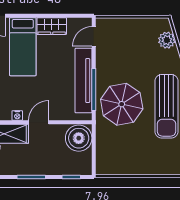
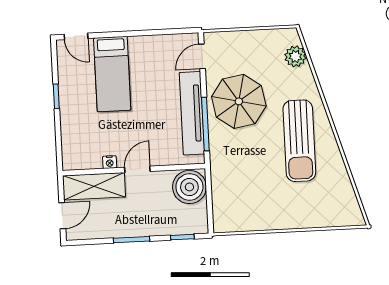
wardrobe: (52, 26) -> (148, 46), removed
parasol: (122, 104) -> (239, 101), moved

